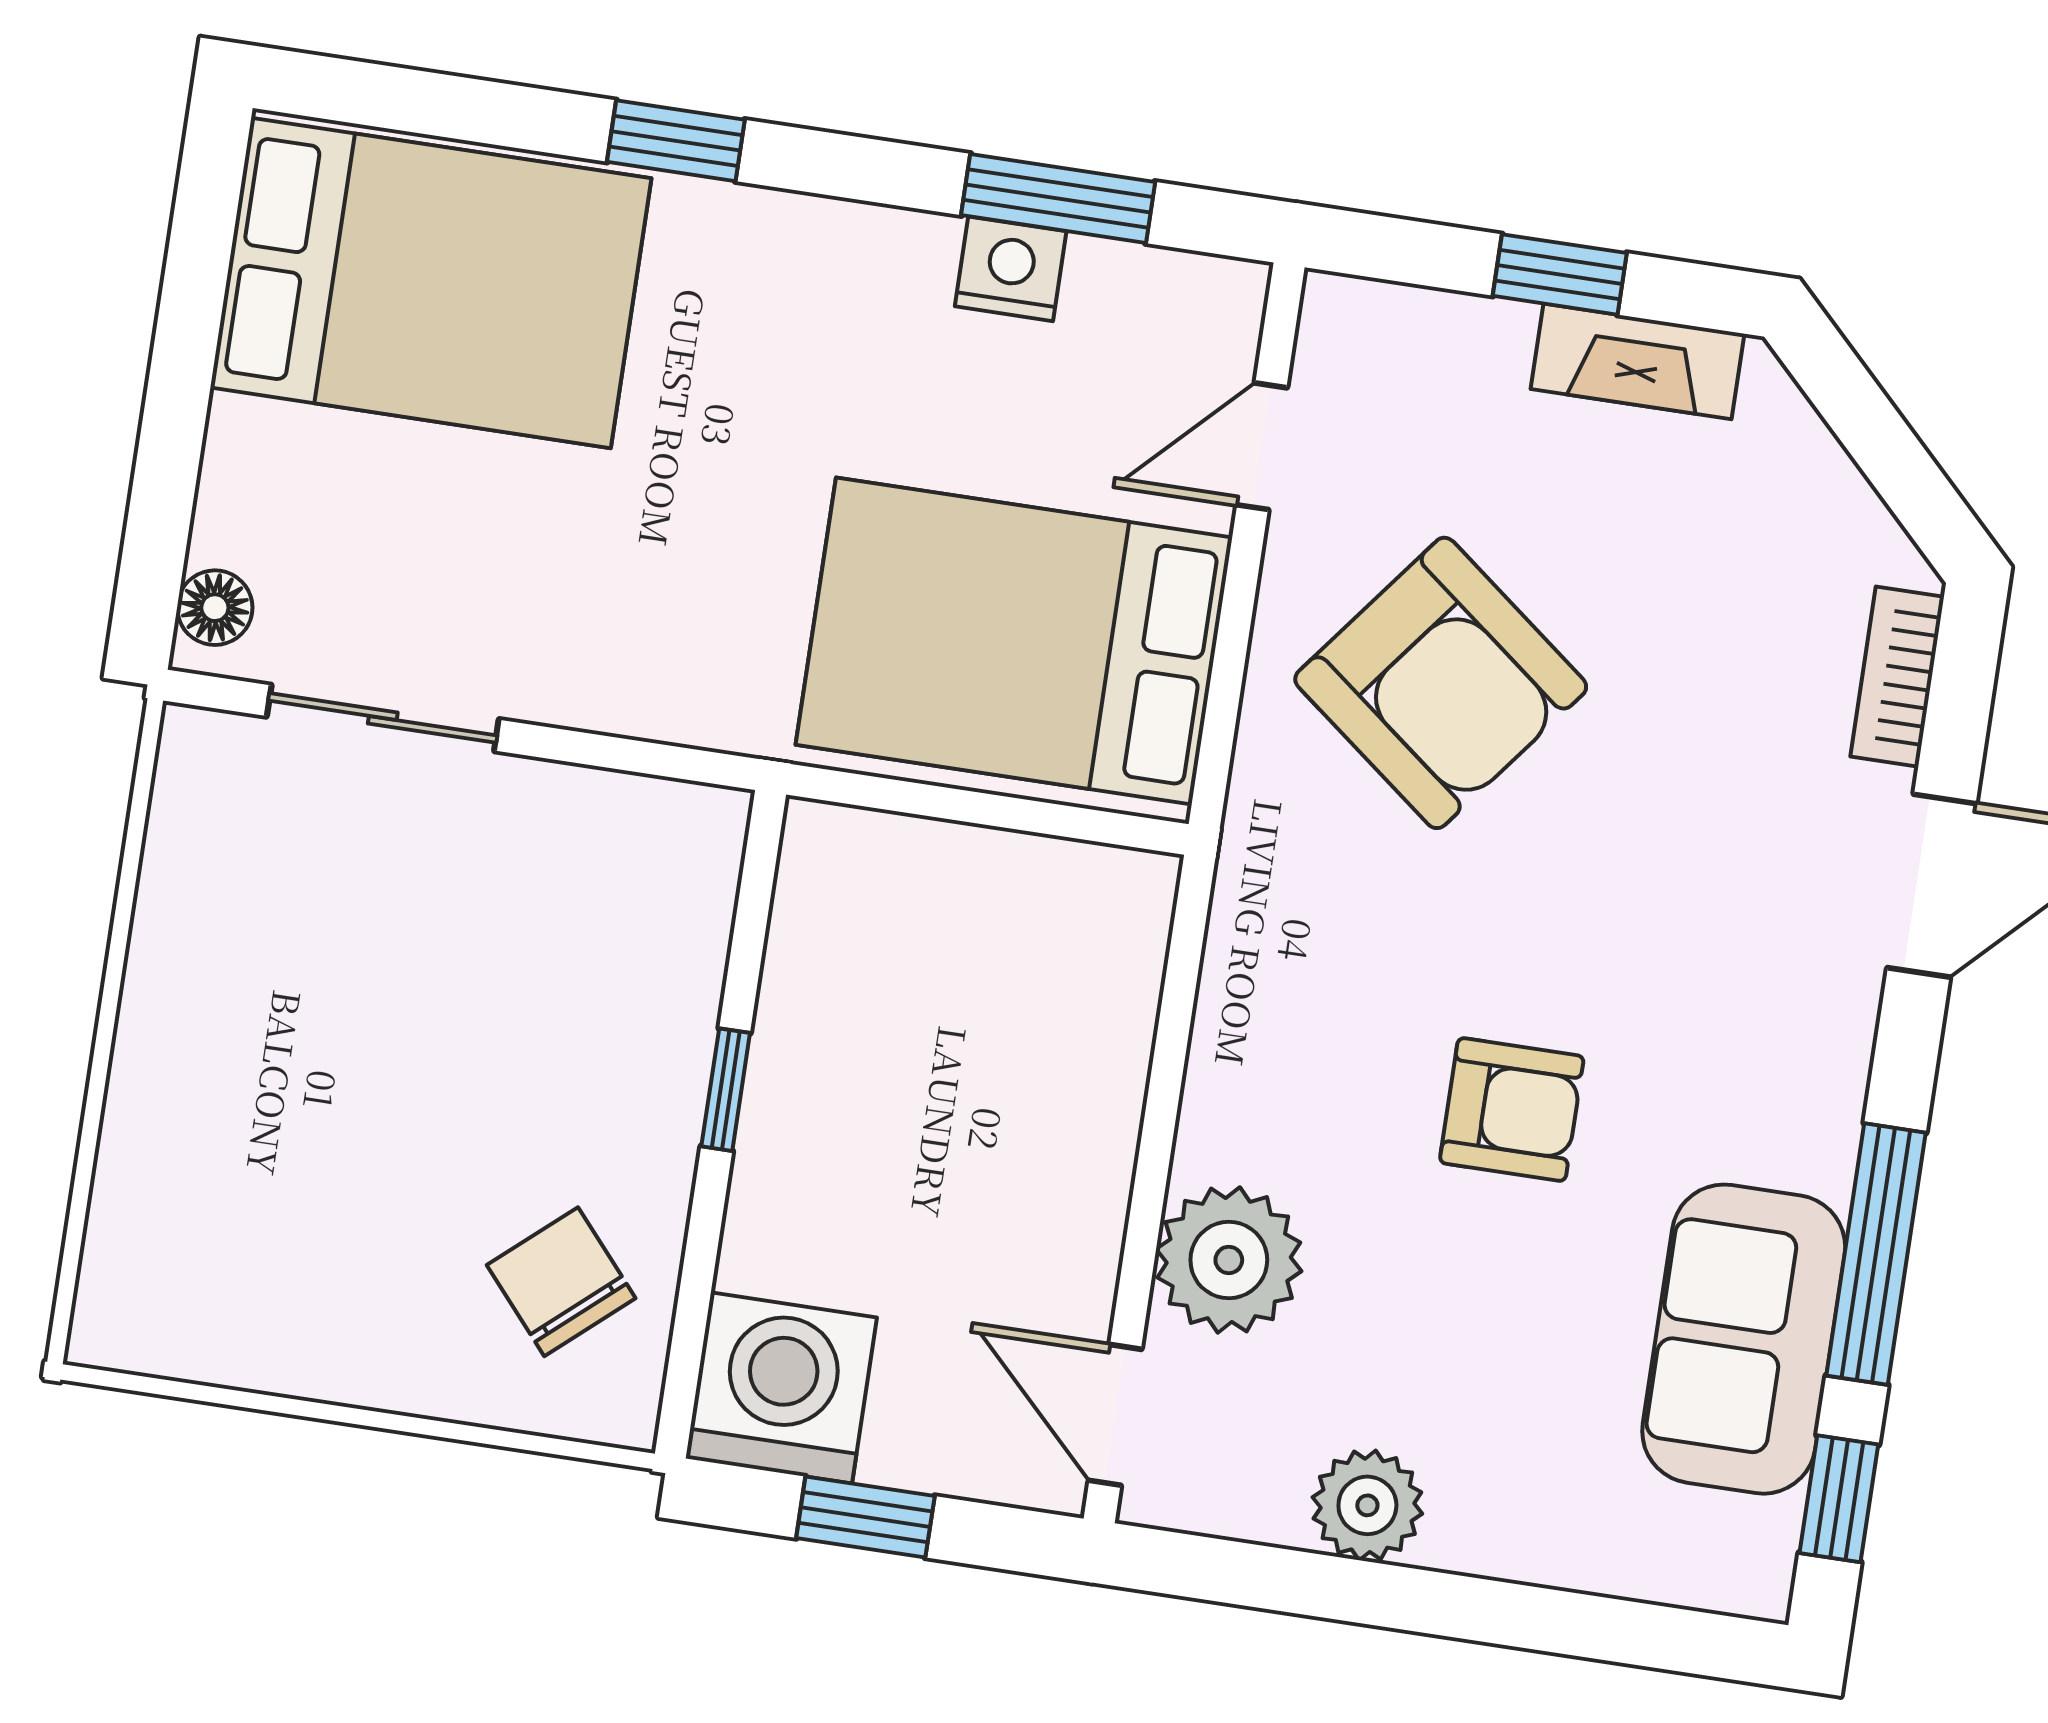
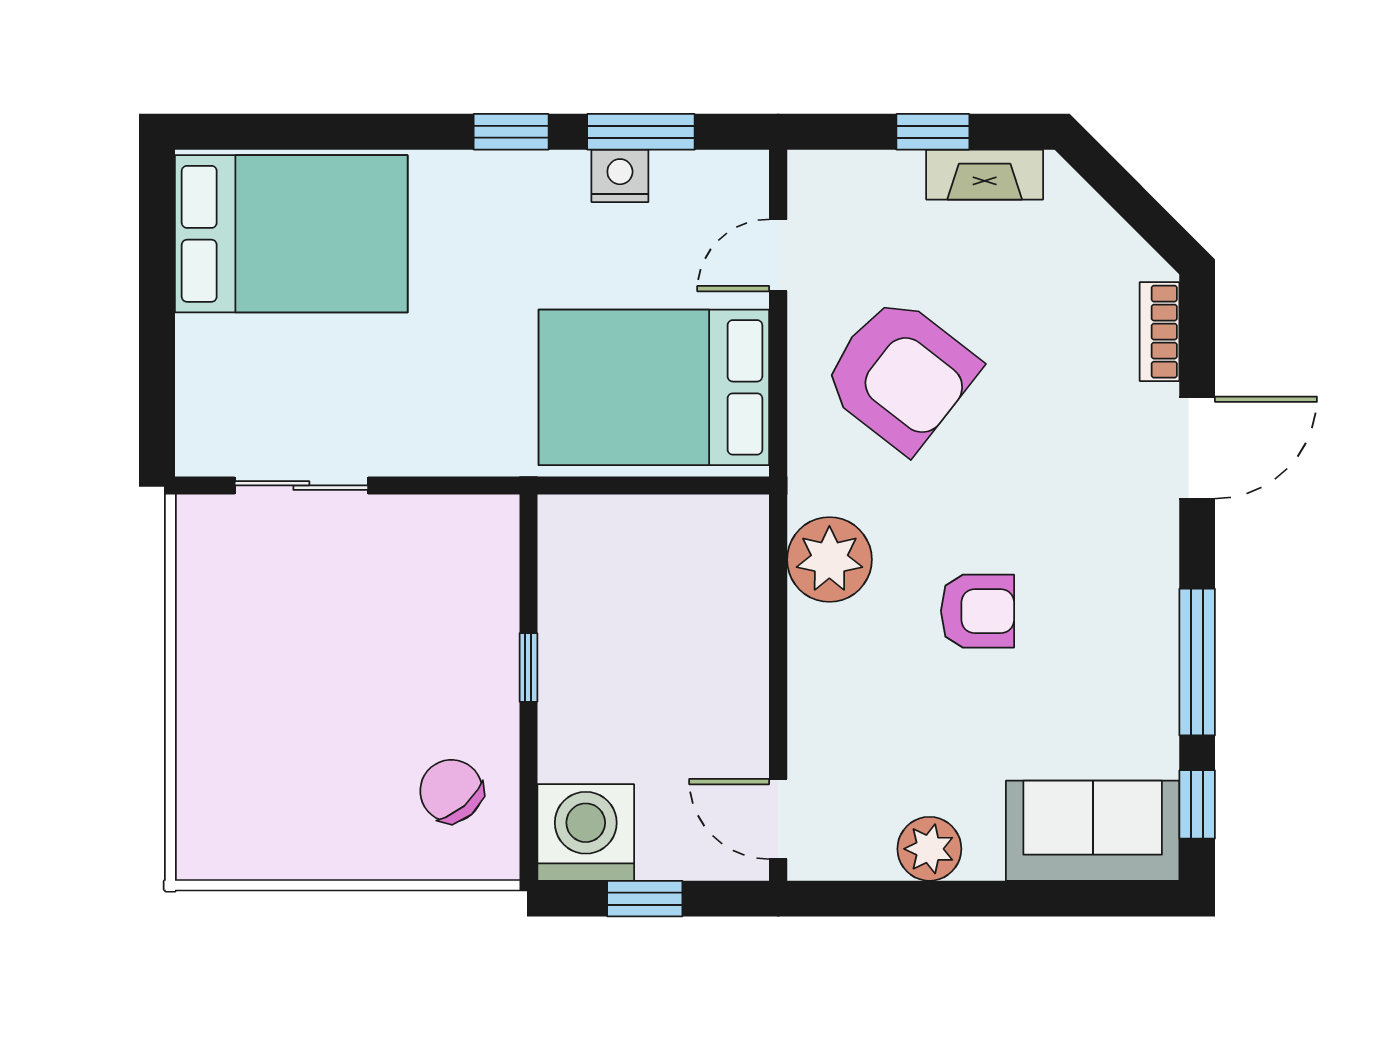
window: (676, 141) -> (511, 132), moved
floor lamp: (215, 608) -> (196, 437), removed
plant: (1229, 1260) -> (829, 560), moved
sofa: (1744, 1339) -> (1093, 831), moved, turned 90

